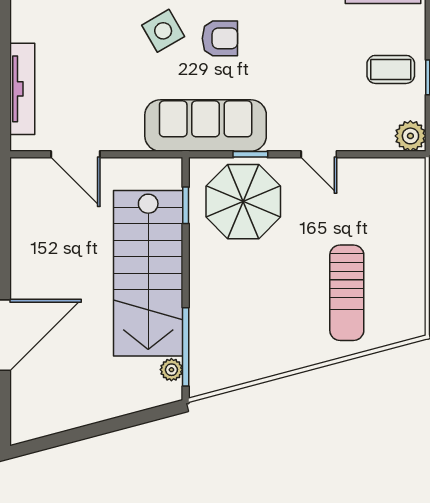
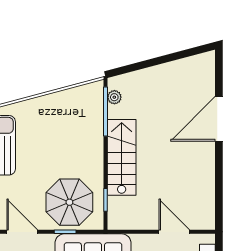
door: (319, 154) -> (22, 232), width x1.38
stairs: (148, 273) -> (122, 157), width x0.73, depth x0.66

